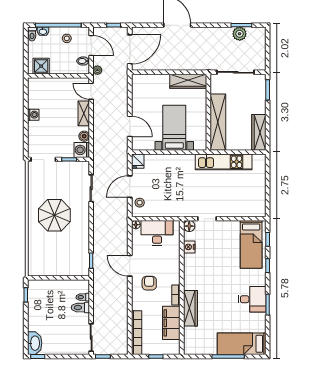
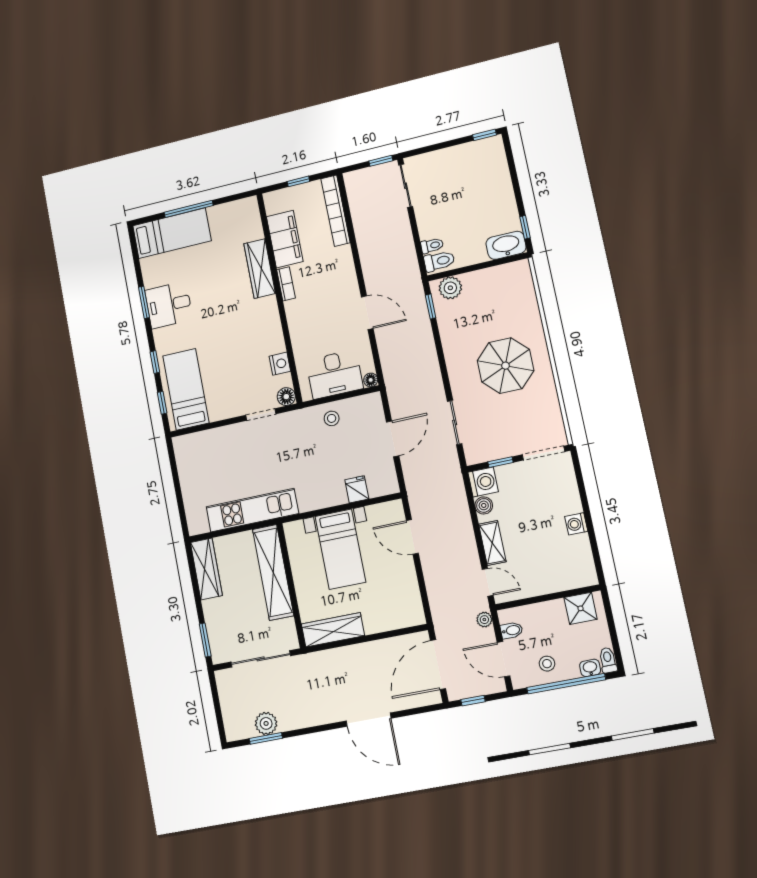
fridge: (138, 161) -> (357, 489), moved
stool: (140, 203) -> (332, 418), moved
plant: (77, 269) -> (450, 288), added
armchair: (149, 283) -> (331, 293), removed
toilet: (80, 308) -> (439, 261), moved
washbasin: (35, 343) -> (506, 245), moved, turned 90

